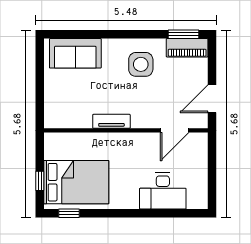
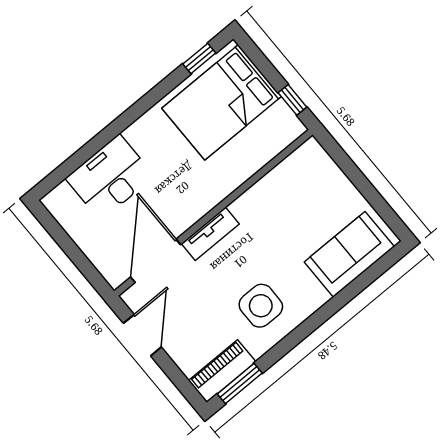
tv unit: (111, 121) -> (210, 234), moved
door: (175, 130) -> (156, 261), width x1.36
window: (40, 181) -> (292, 100), moved

